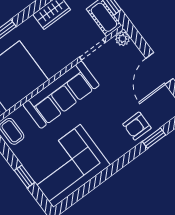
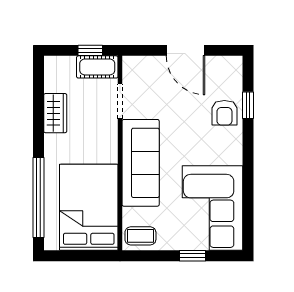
plant: (123, 39) -> (131, 64), removed

